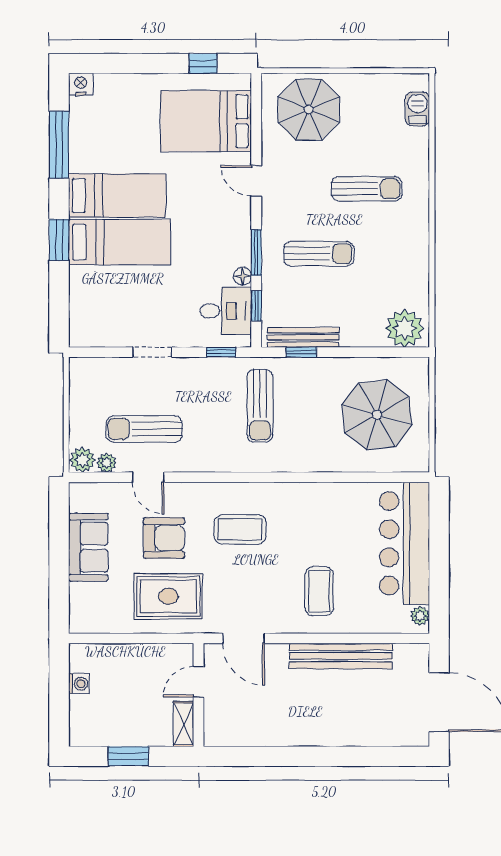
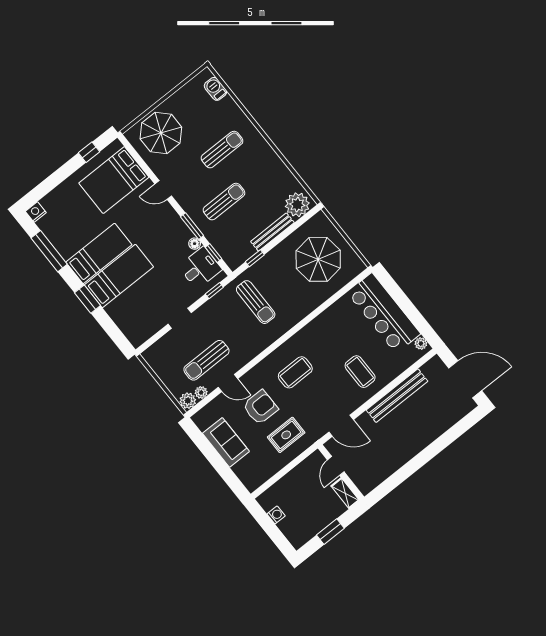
bench: (303, 337) -> (272, 232), moved
rug: (168, 596) -> (286, 435), width x0.73, depth x0.70

